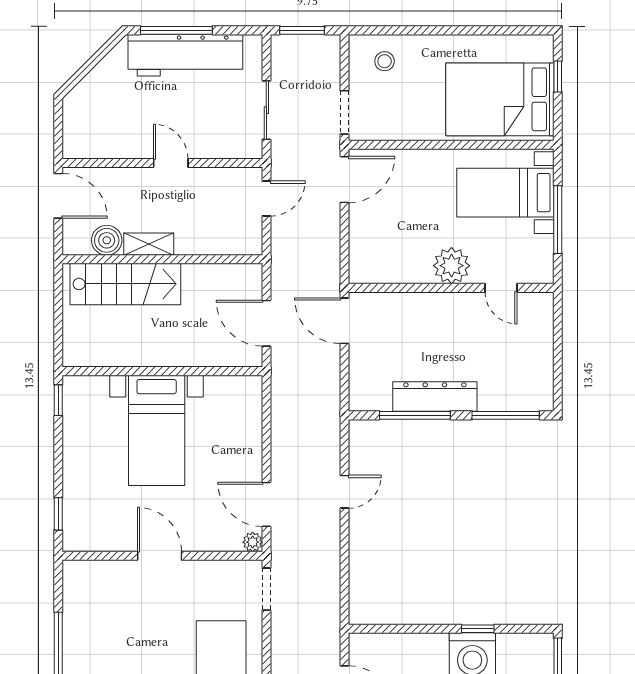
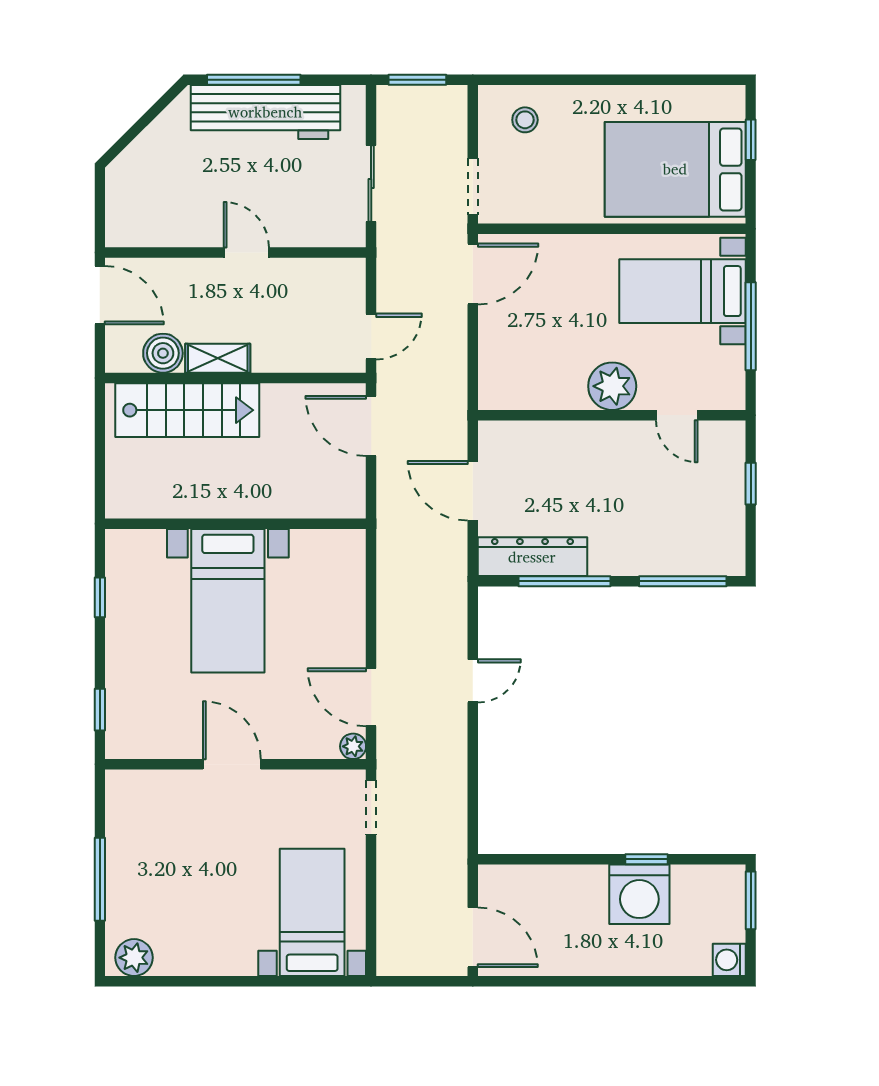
door: (266, 198) -> (371, 337), moved
door: (344, 321) -> (473, 491), moved
door: (266, 323) -> (371, 426), moved
window: (558, 340) -> (751, 484), added
dresser: (435, 396) -> (532, 557), moved
window: (58, 400) -> (100, 597), moved

